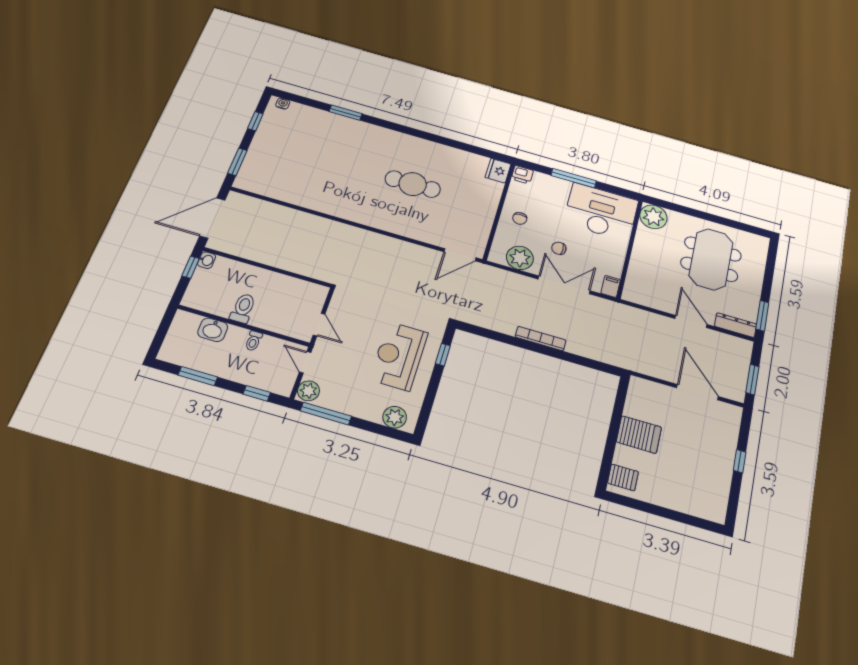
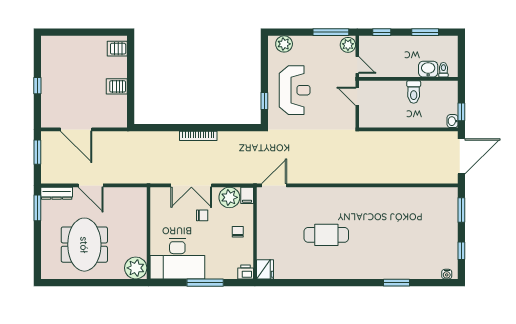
filing cabinet: (611, 287) -> (247, 195), moved
toilet: (254, 341) -> (443, 70), moved
server rack: (639, 435) -> (117, 86), width x0.73, depth x0.70

